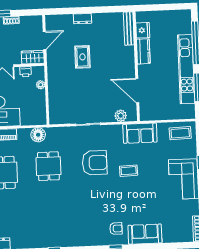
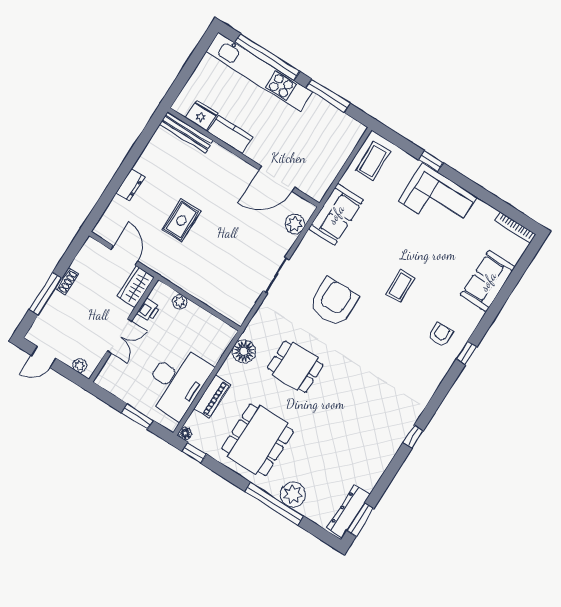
rug: (82, 57) -> (181, 220), turned 90
kitchen unit: (186, 69) -> (259, 72), moved
coffee table: (129, 171) -> (400, 286), moved
sofa: (145, 234) -> (488, 281), moved

